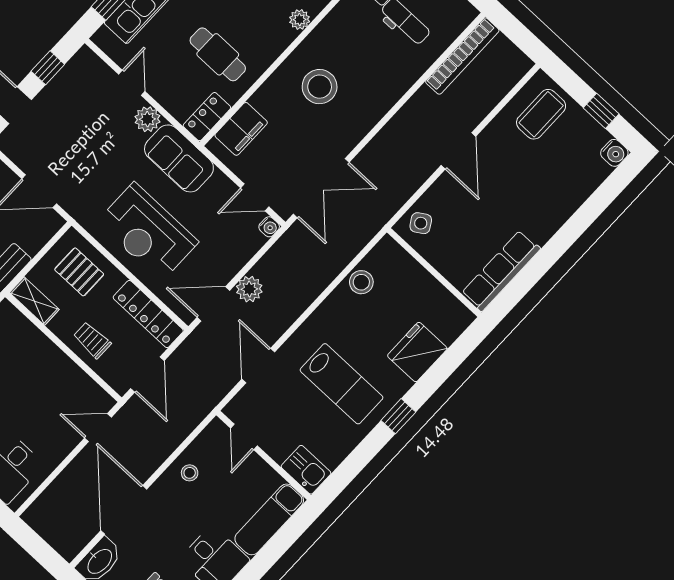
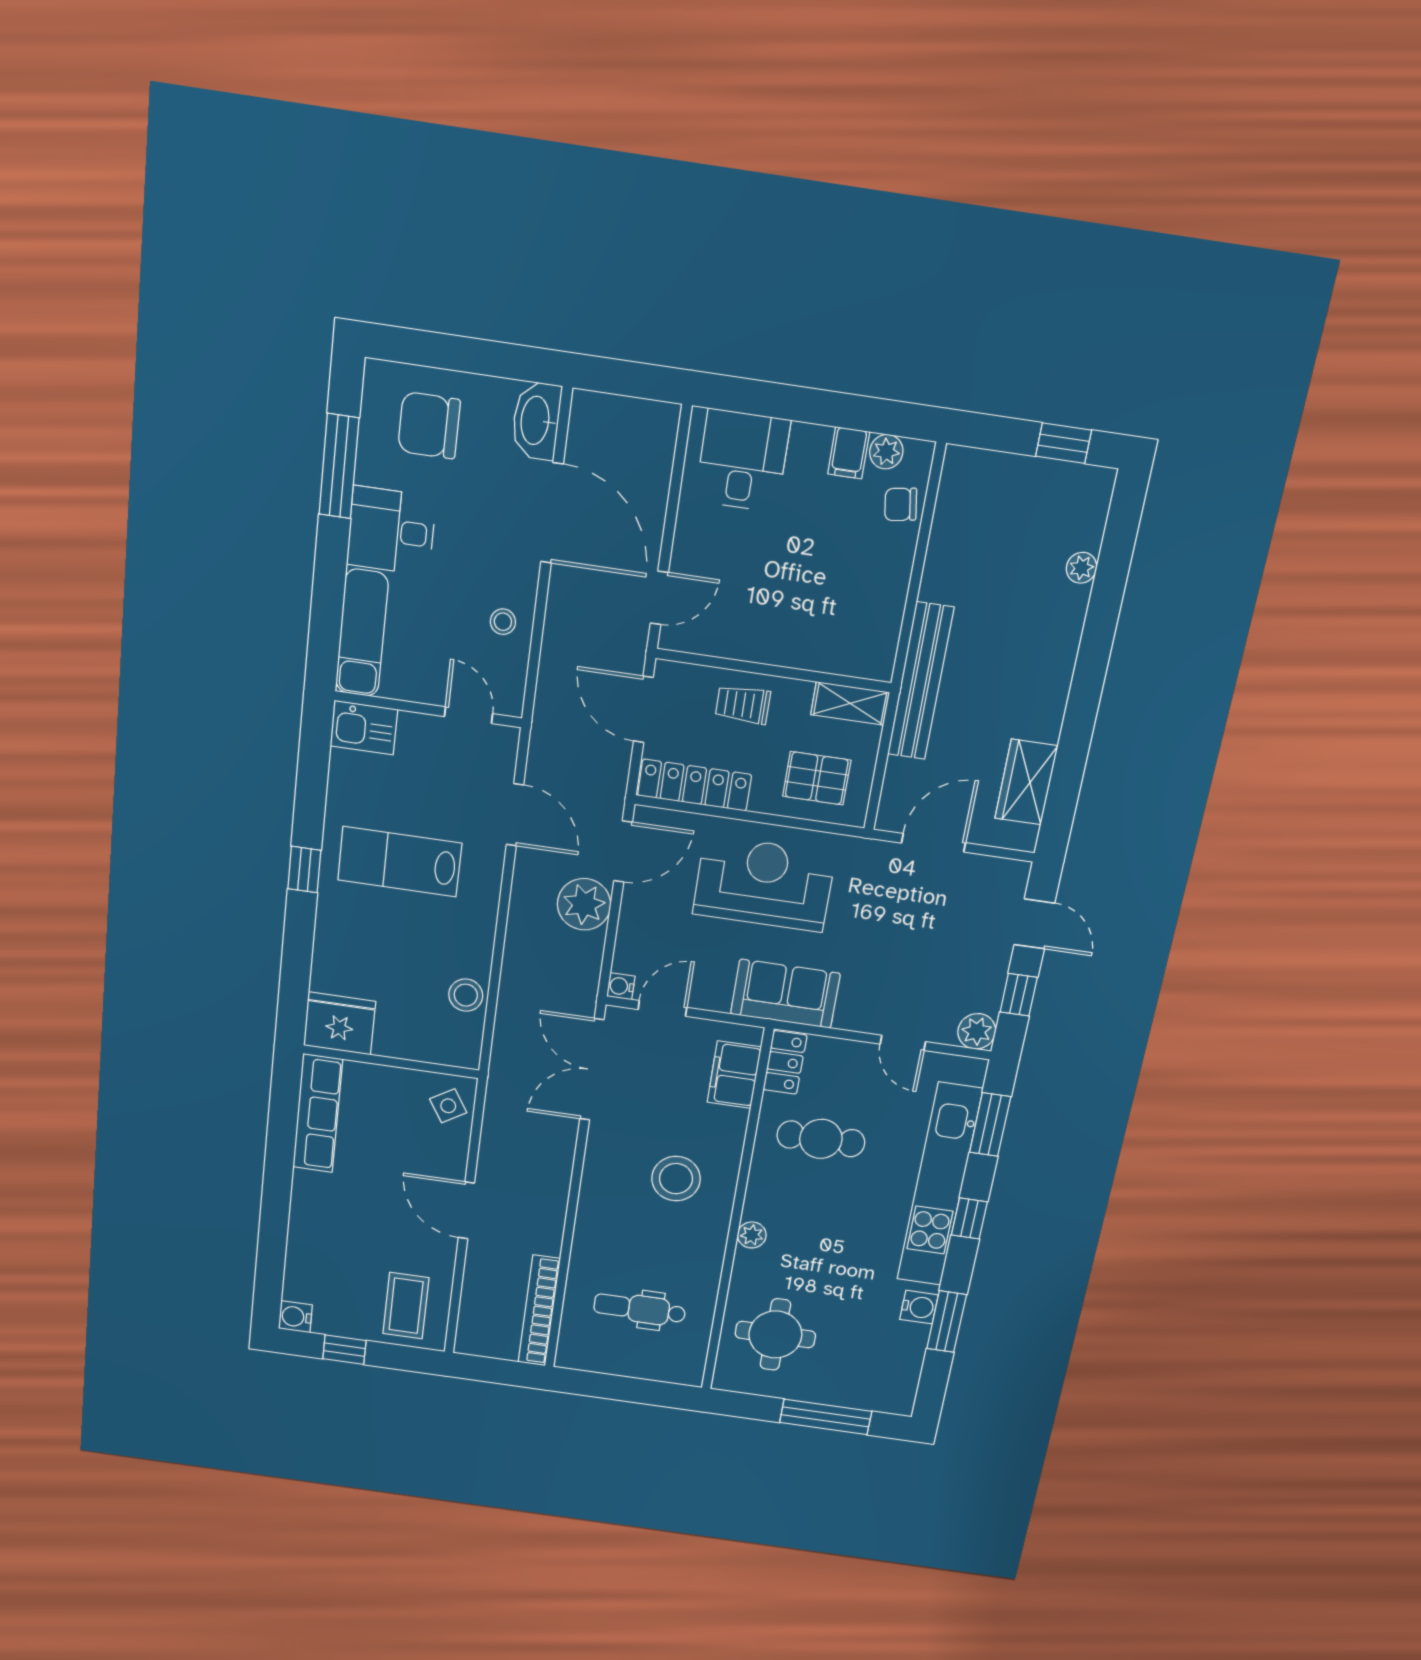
plant: (147, 119) -> (977, 1031), moved
plant: (249, 289) -> (584, 904), width x1.36, depth x1.36
trolley: (92, 340) -> (743, 705), turned 180
fridge: (417, 352) -> (340, 1023), moved, turned -90

